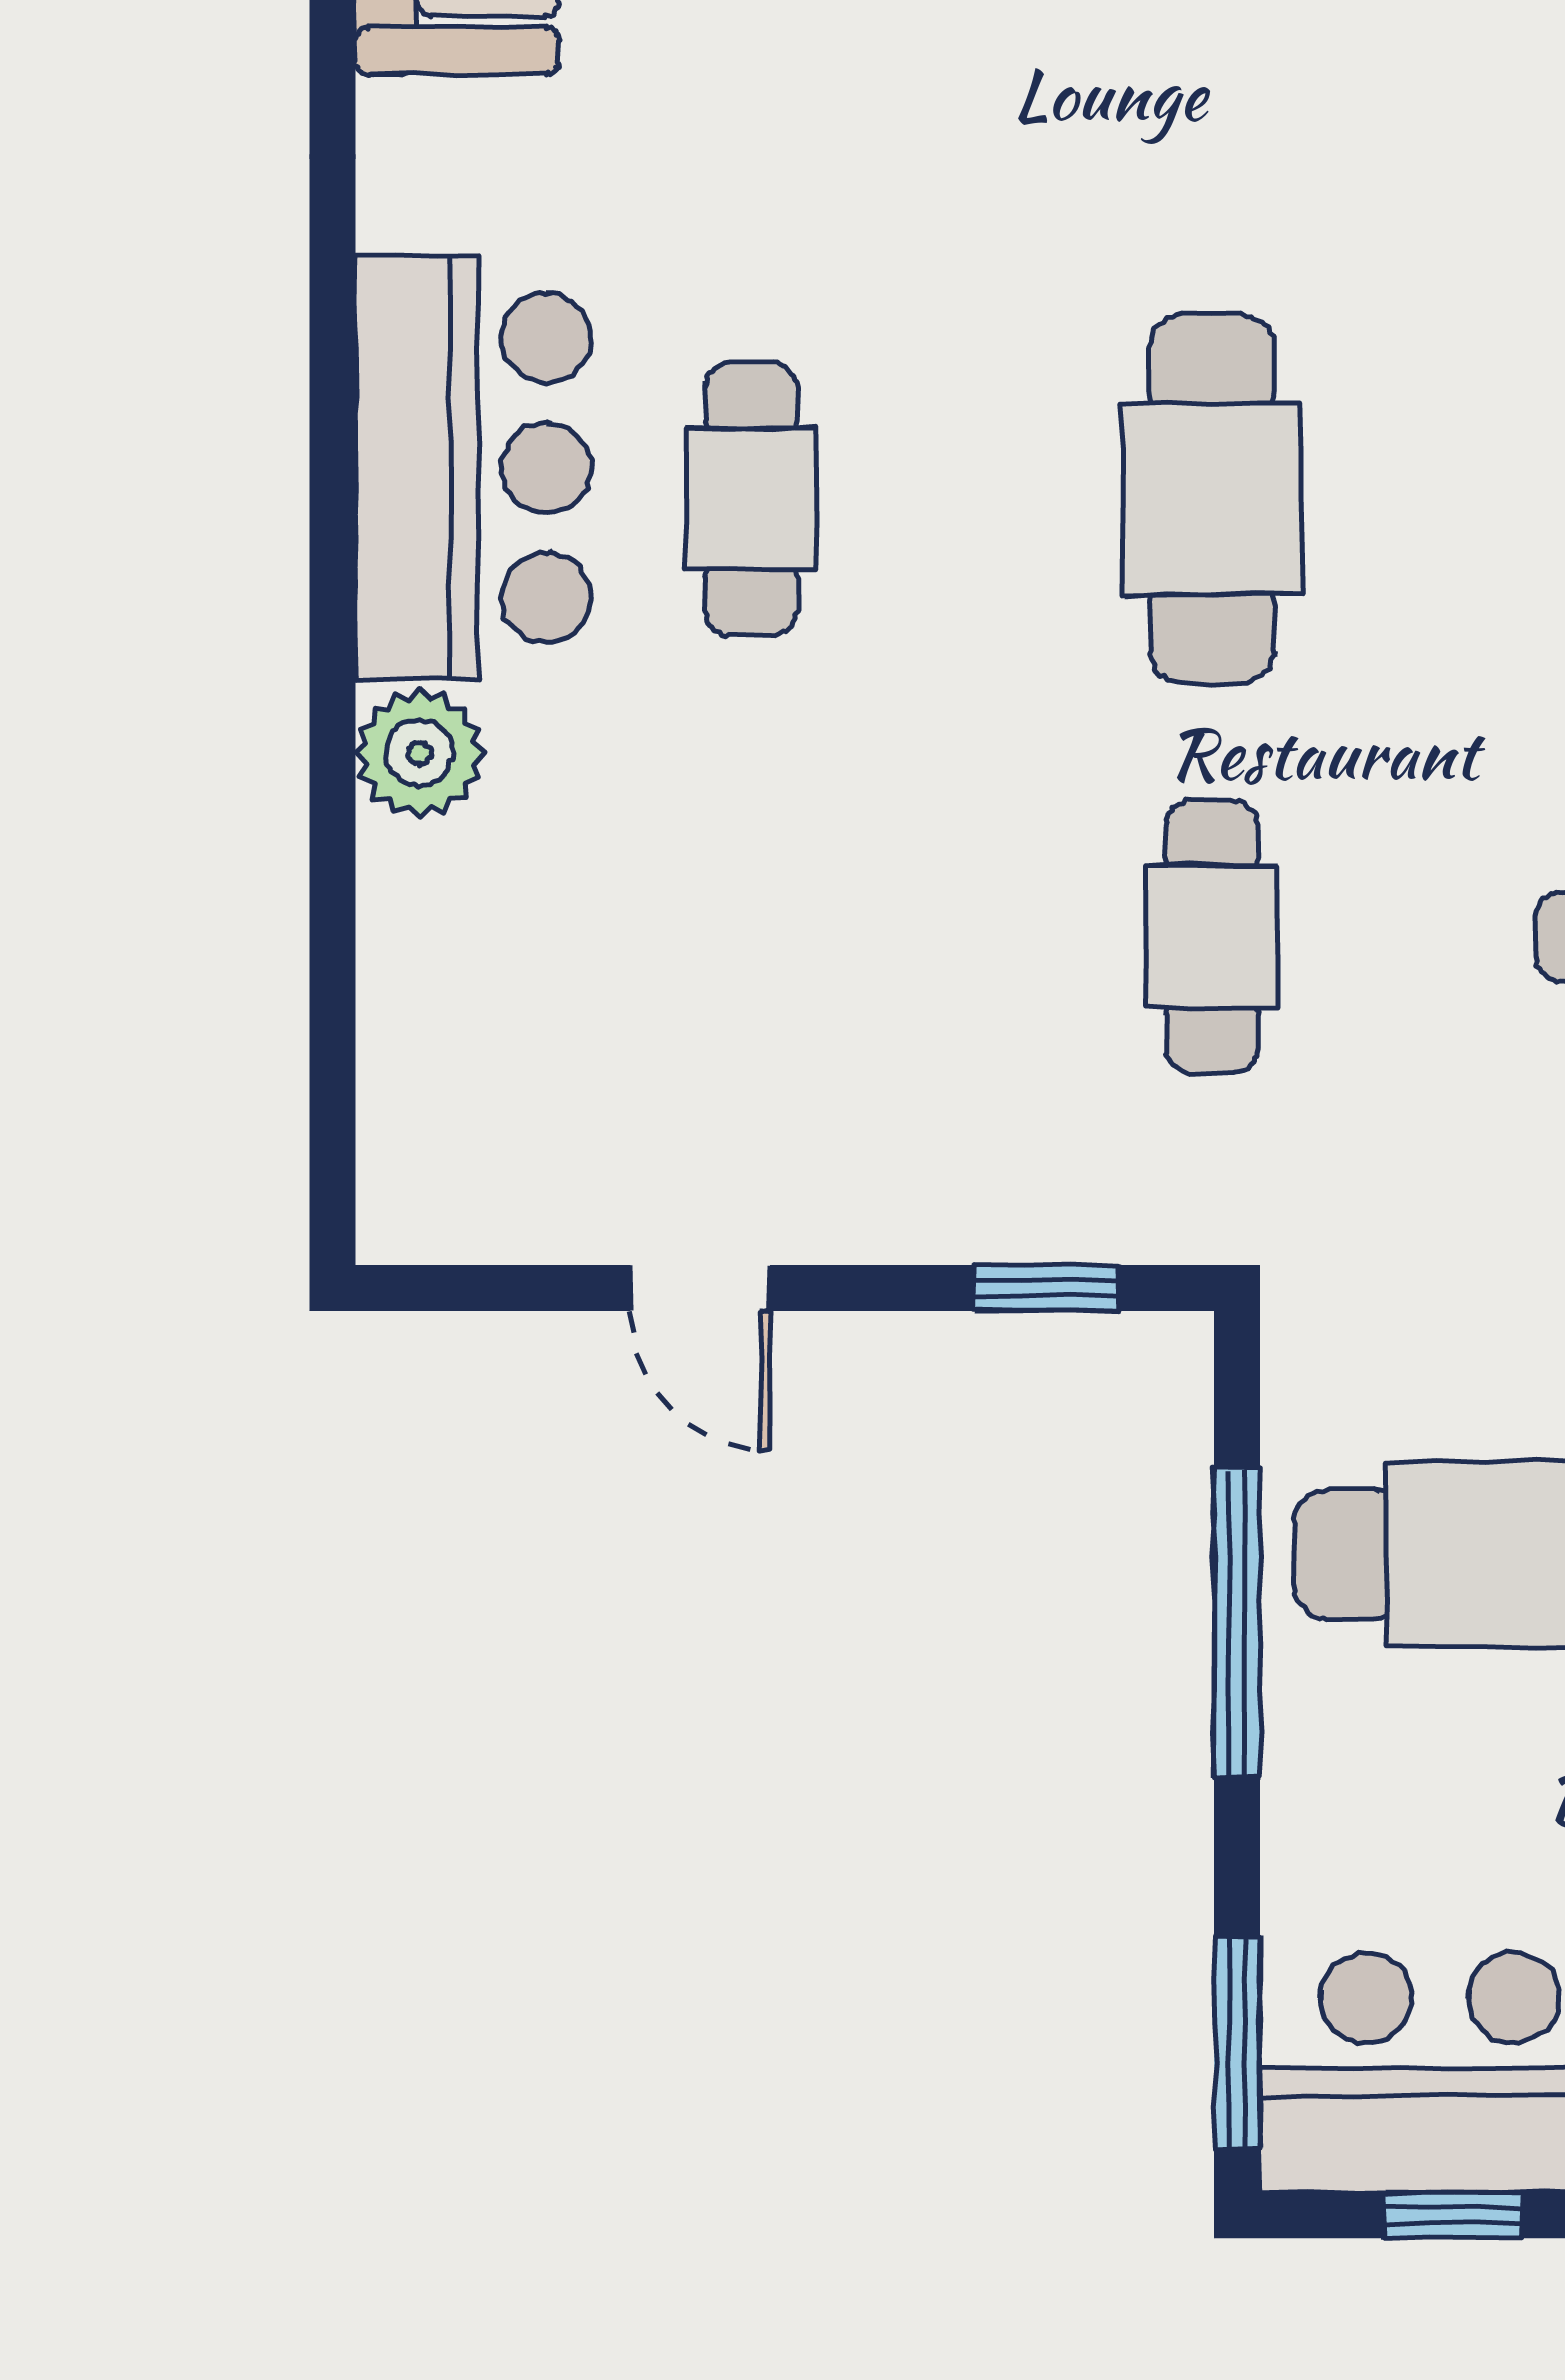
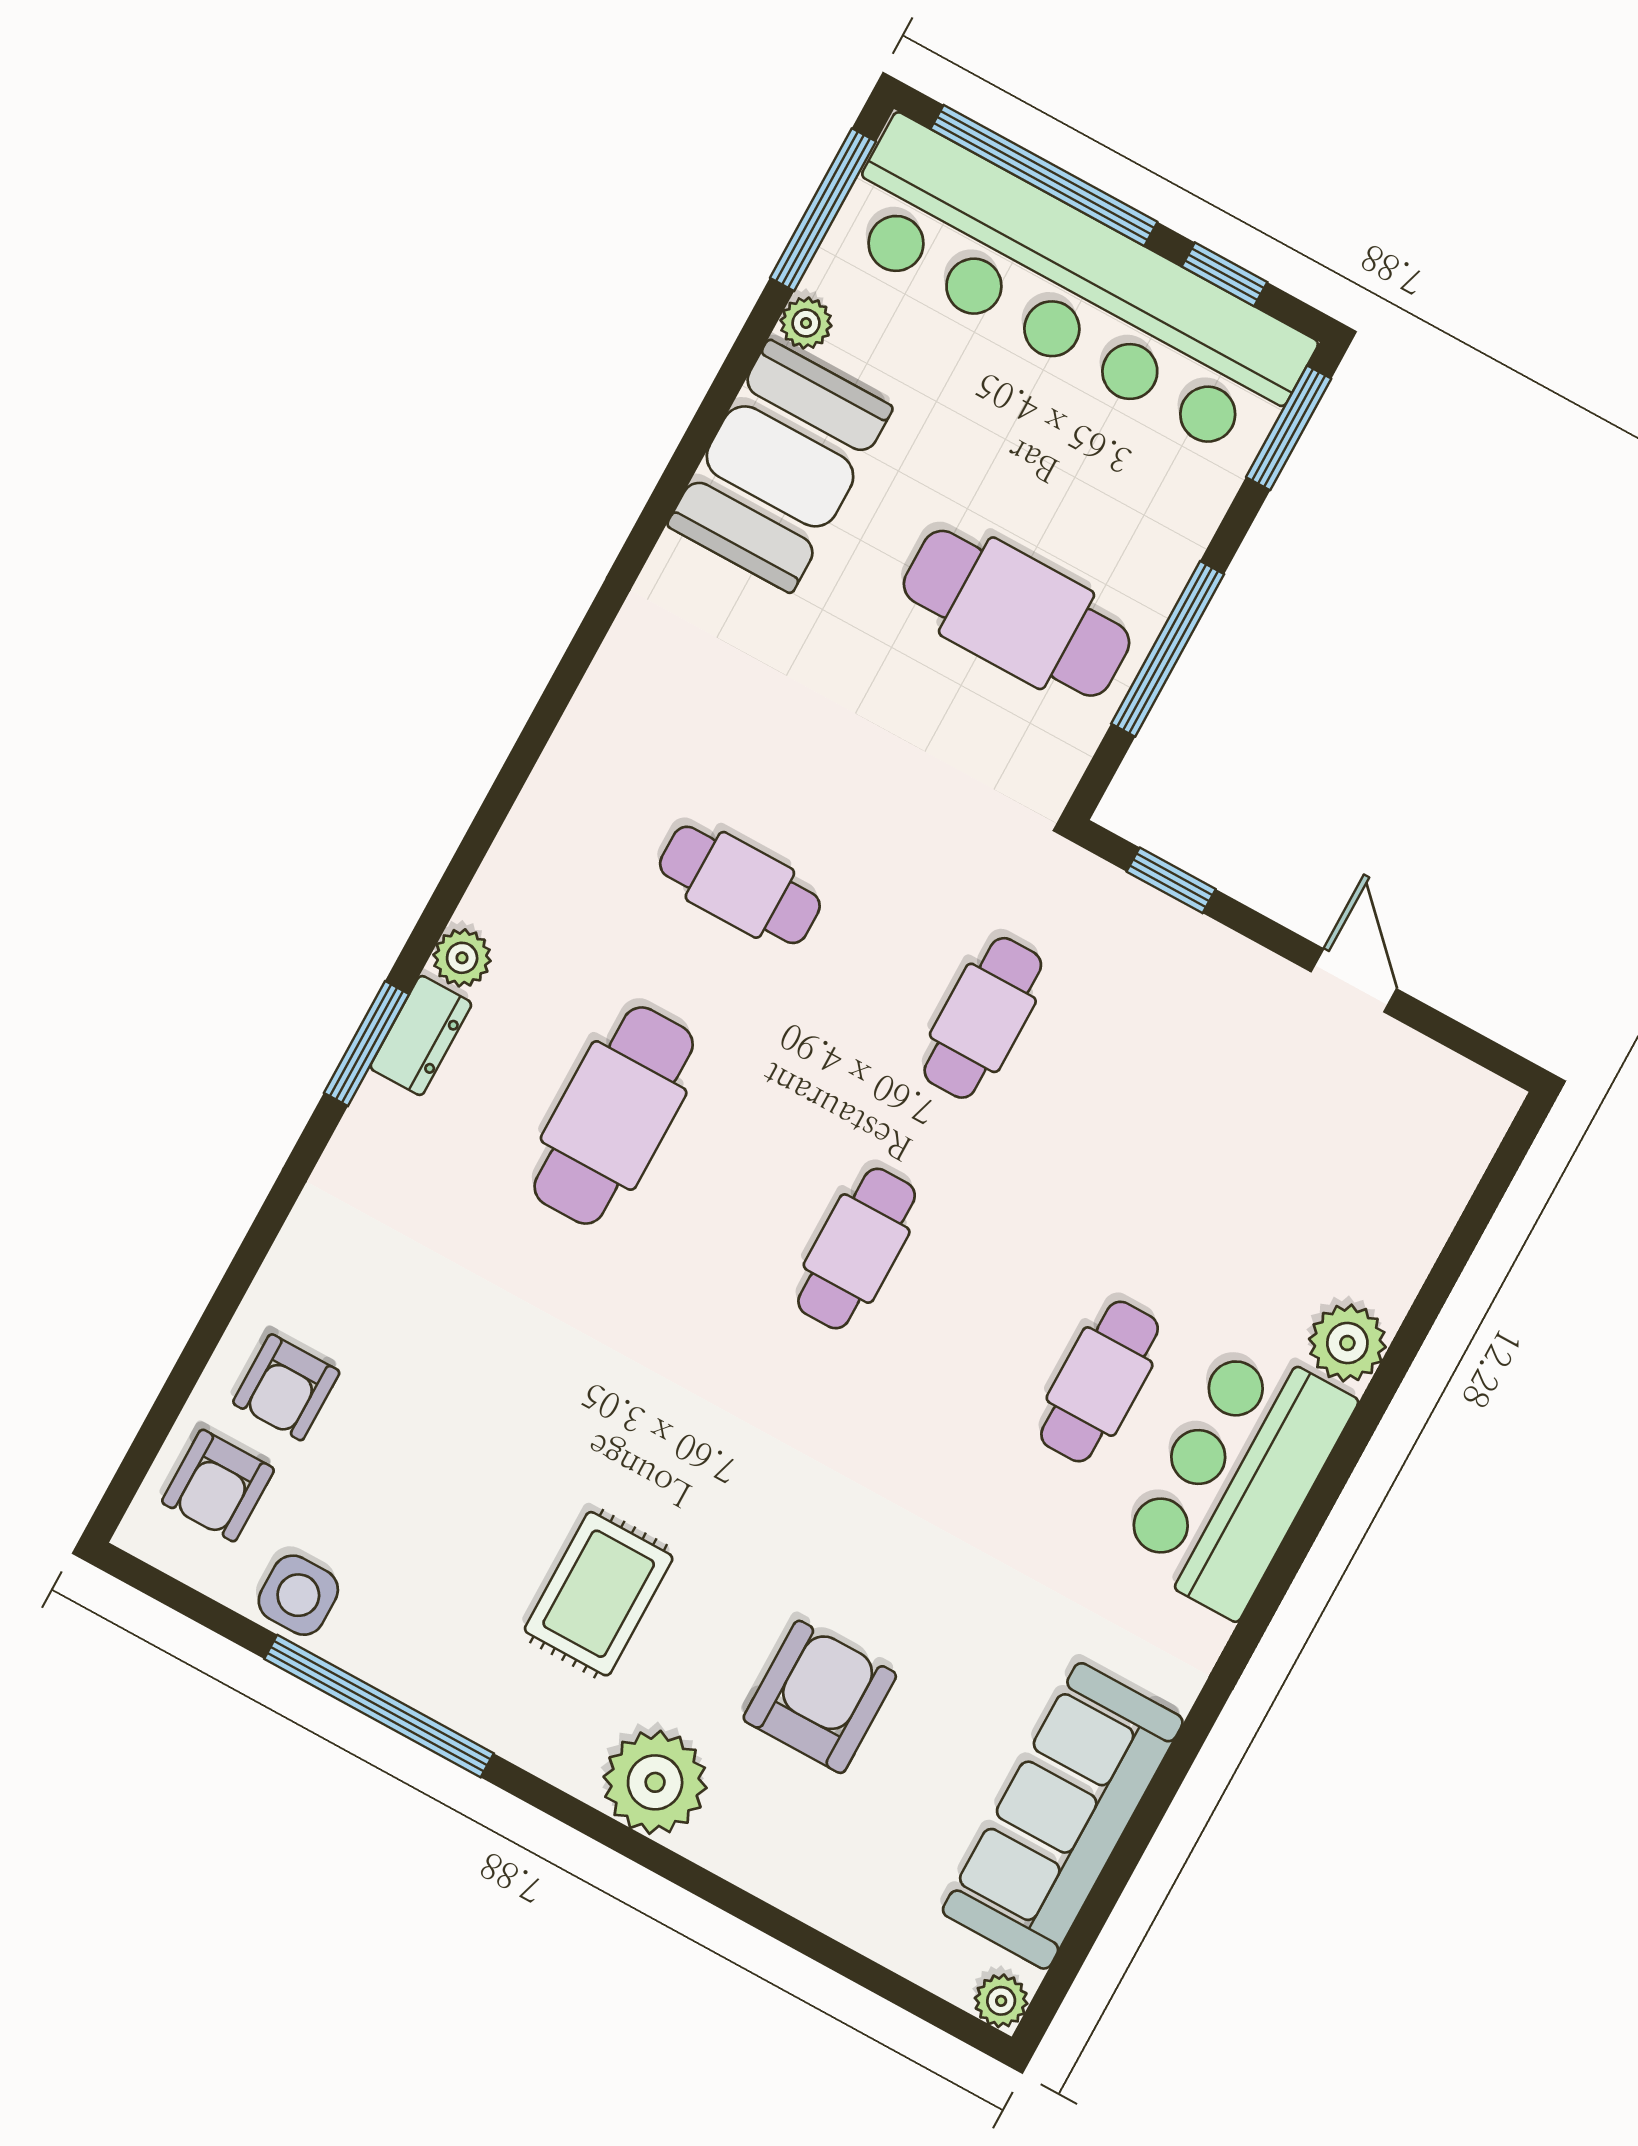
cafe table: (1212, 499) -> (857, 1249), width x0.73, depth x0.74

